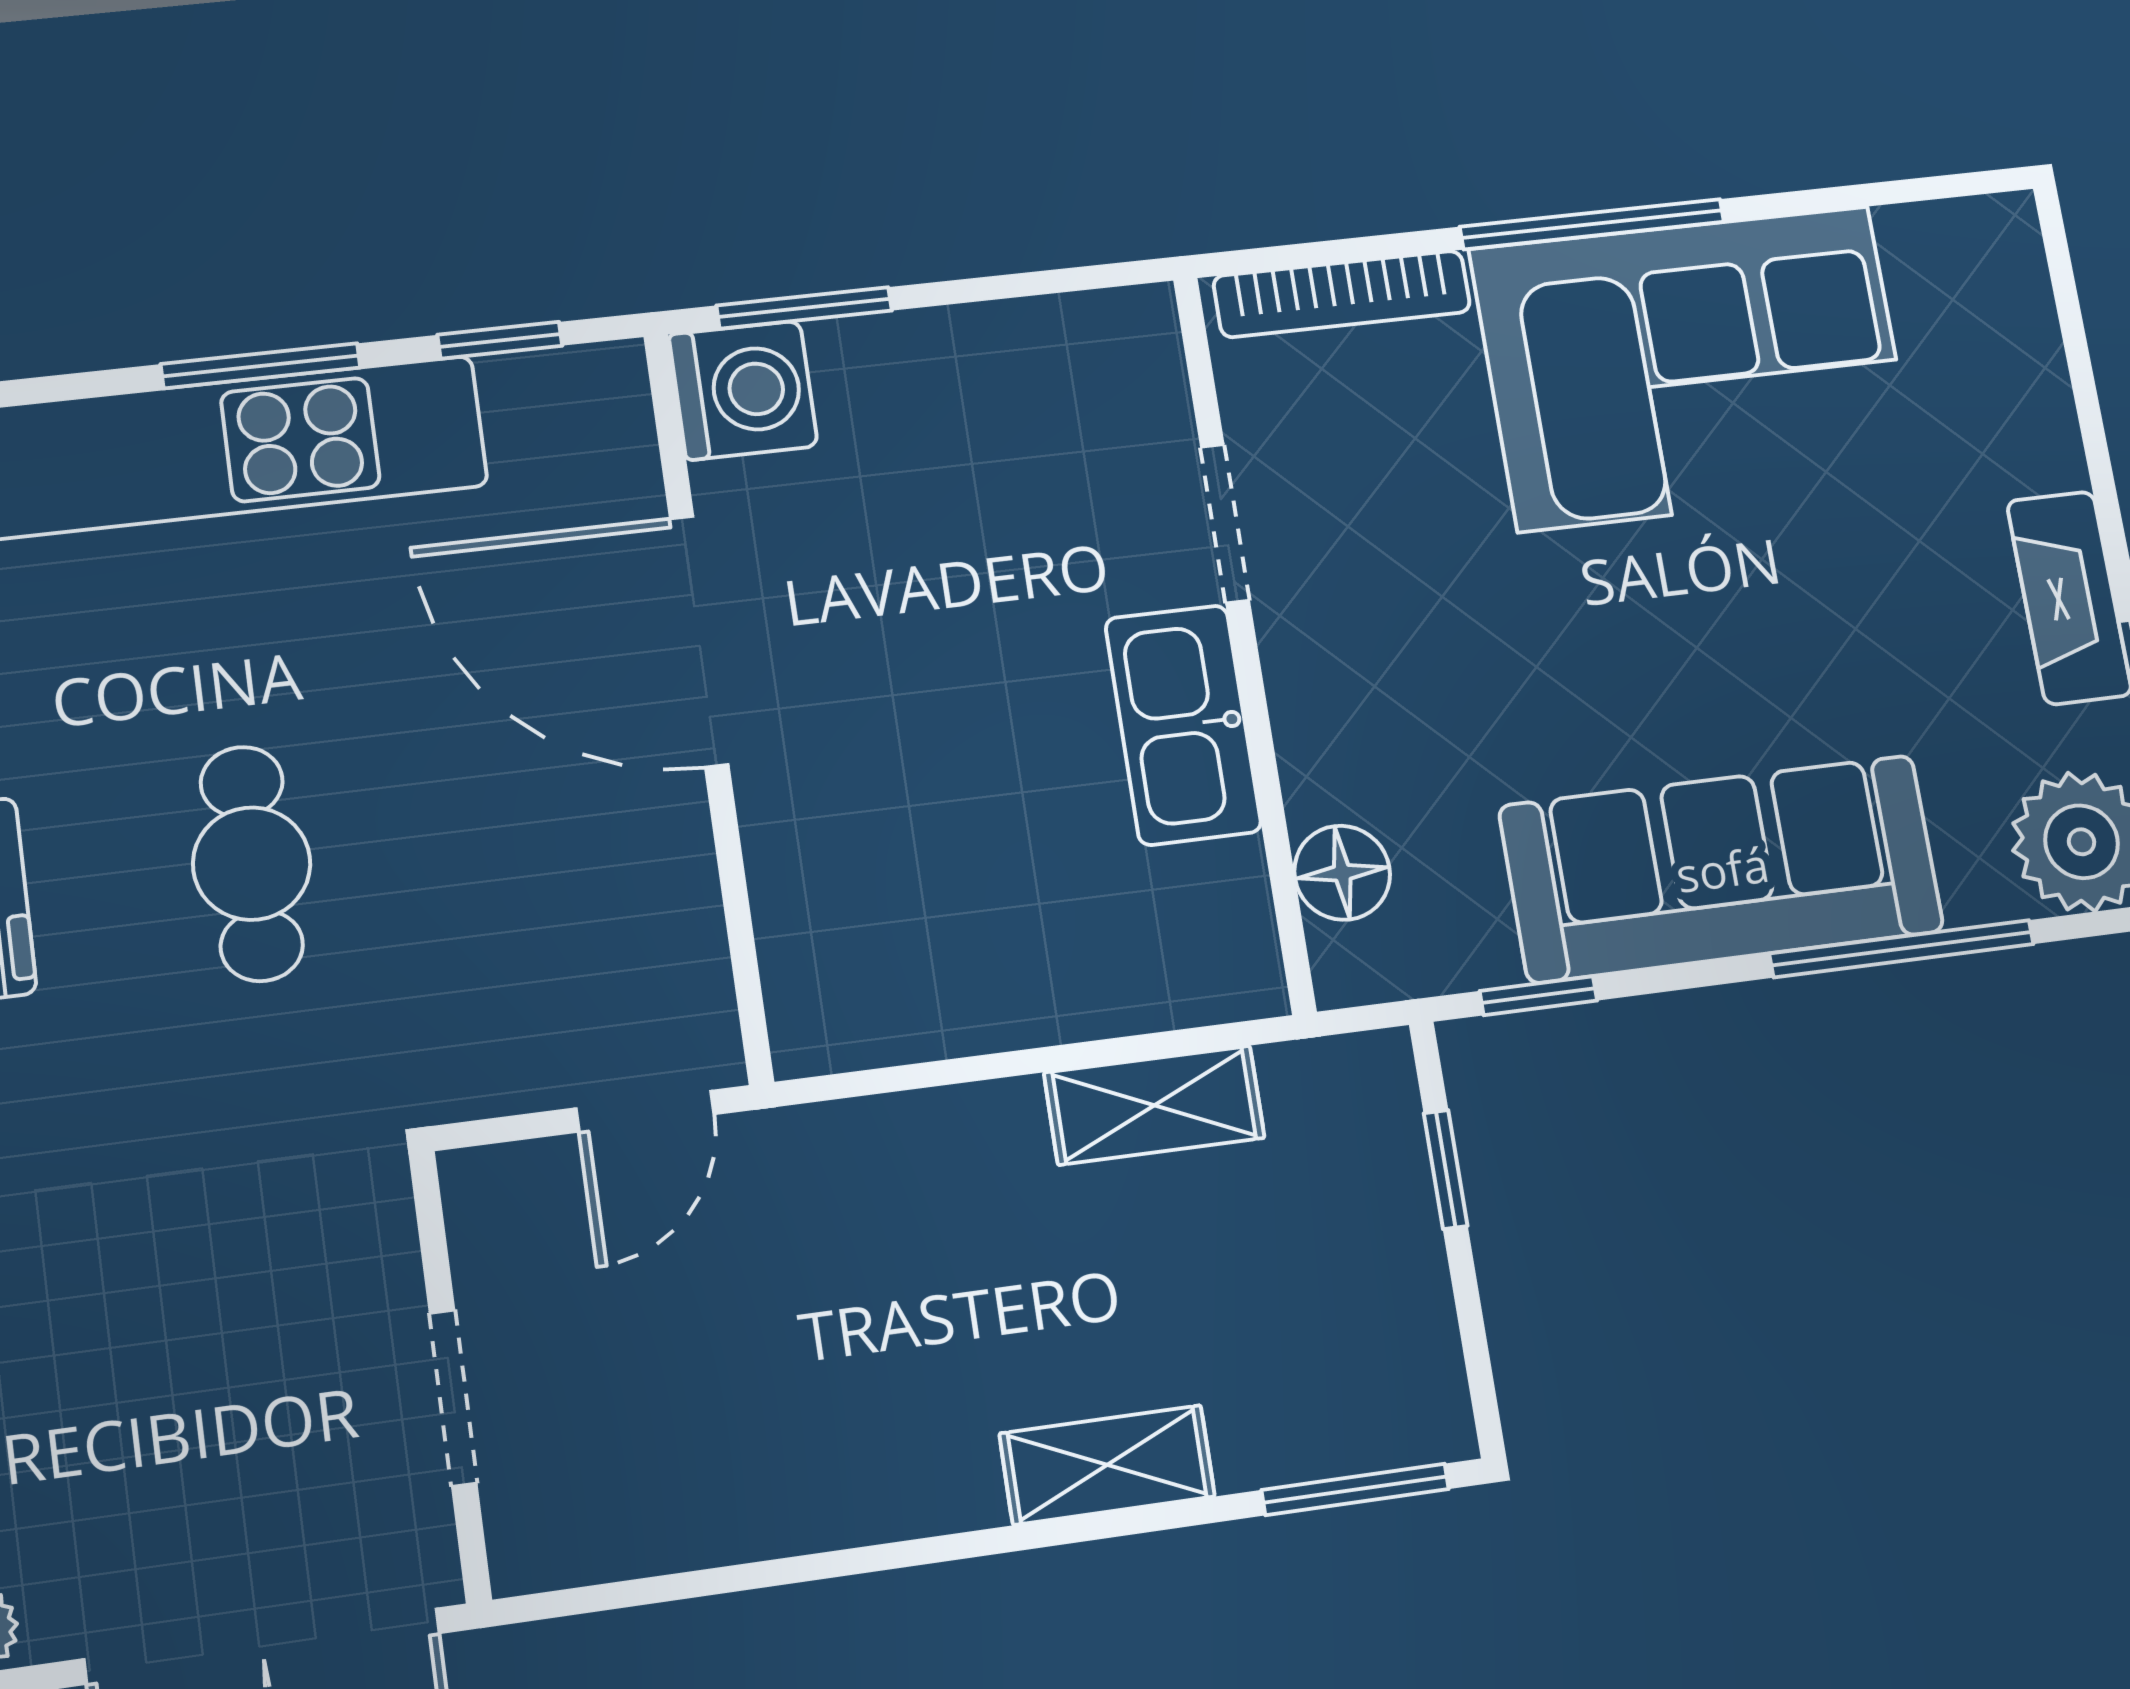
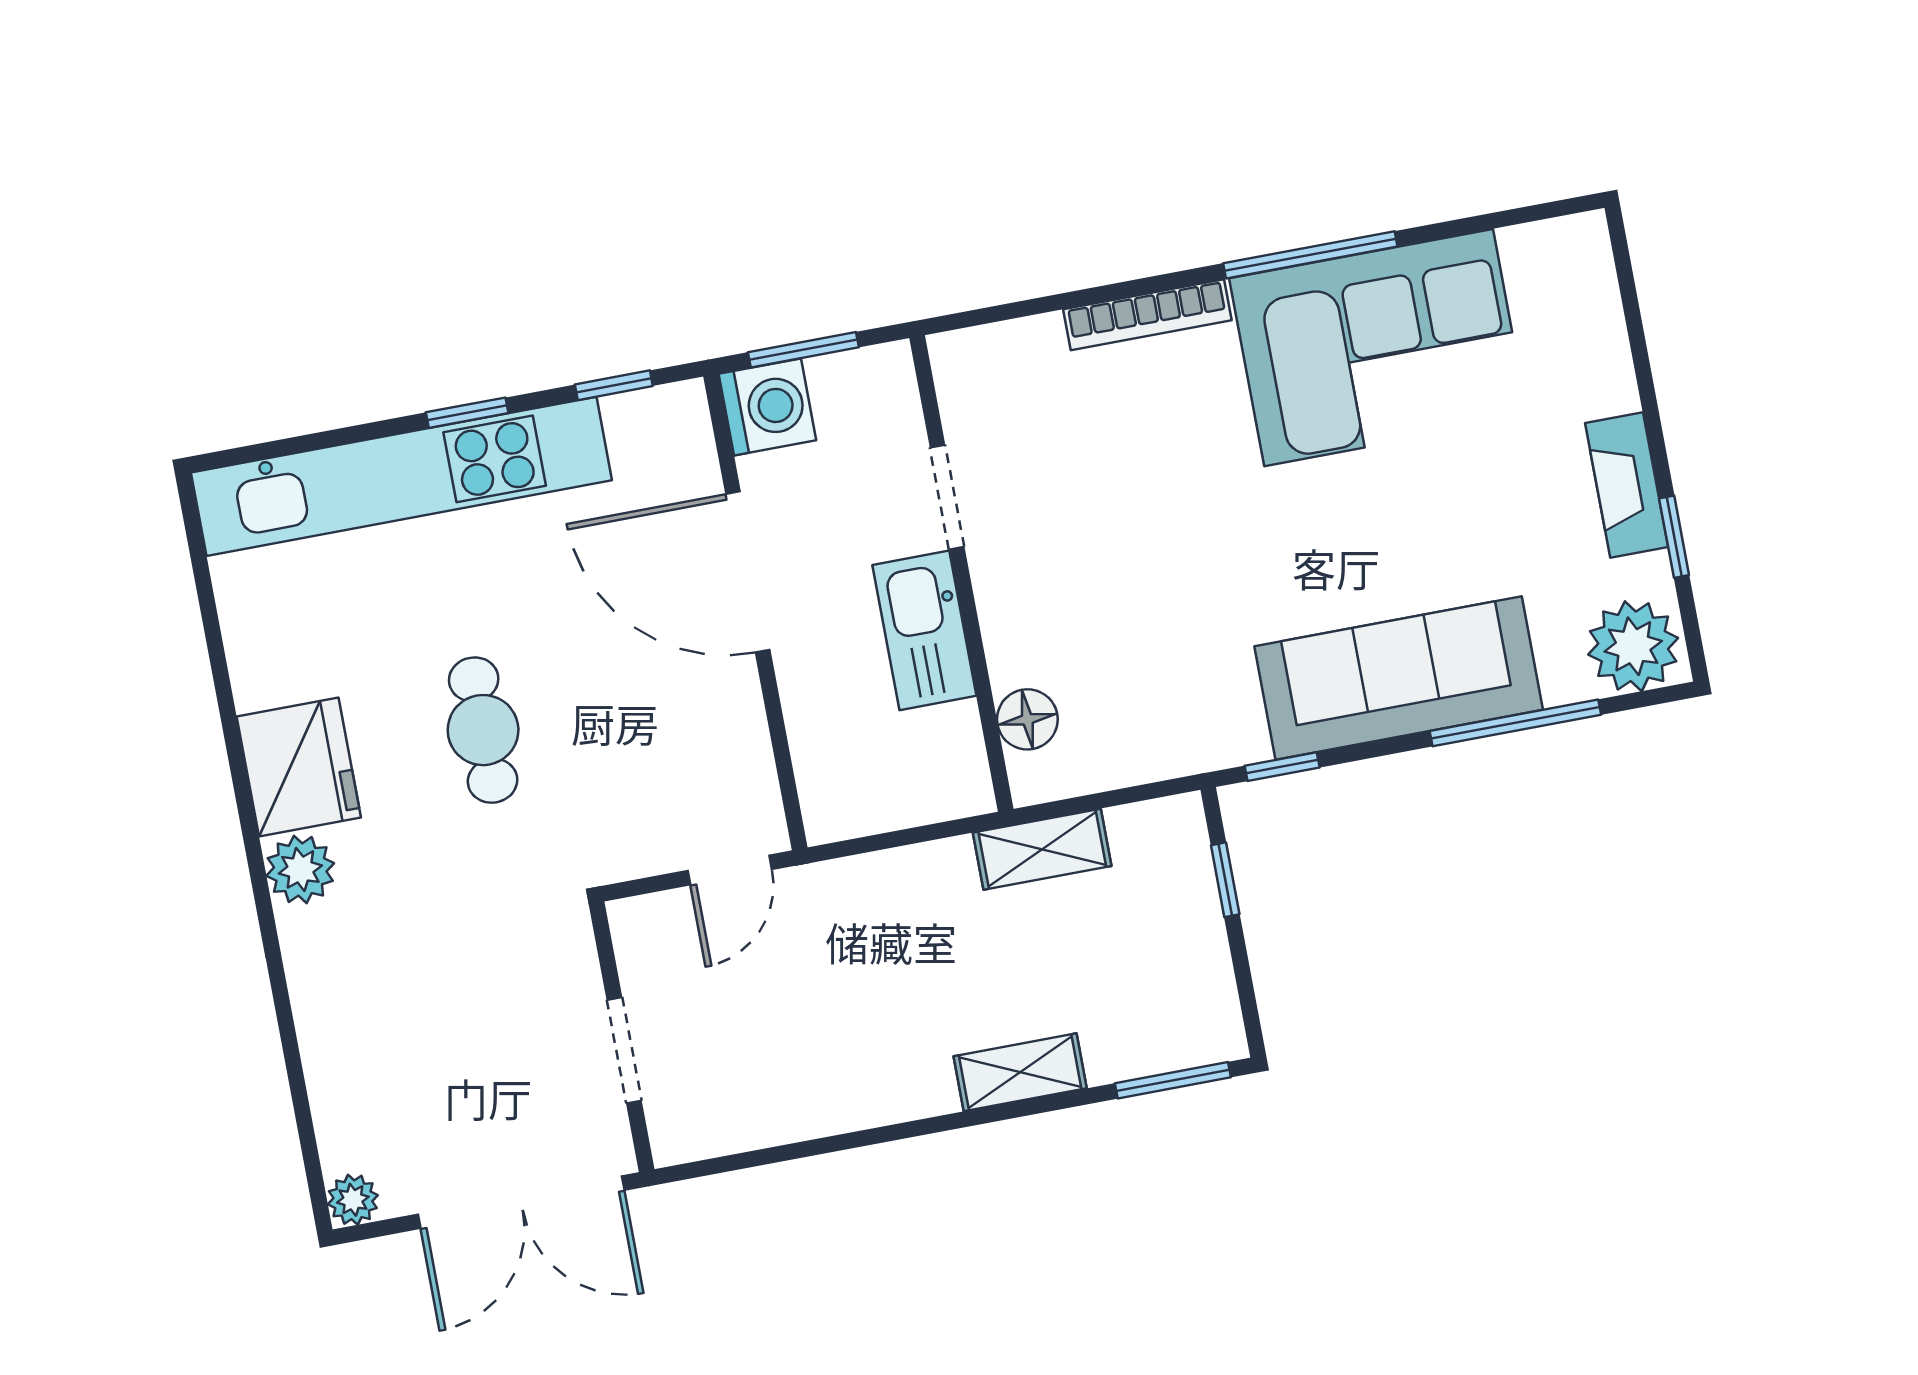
window: (261, 366) -> (467, 413), width x0.67
doorway: (1225, 523) -> (947, 497), moved
wall: (1244, 641) -> (961, 573), moved
kitchen sink: (1183, 725) -> (924, 630), moved
floor lamp: (1342, 873) -> (1027, 719), moved

